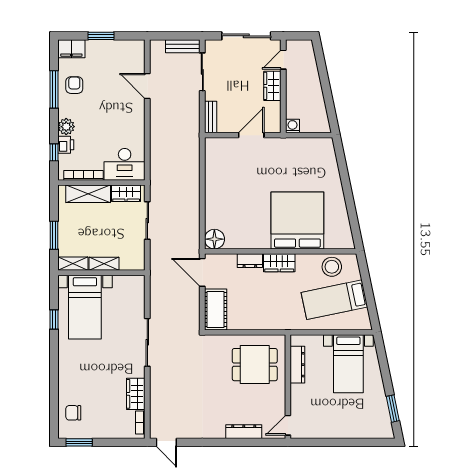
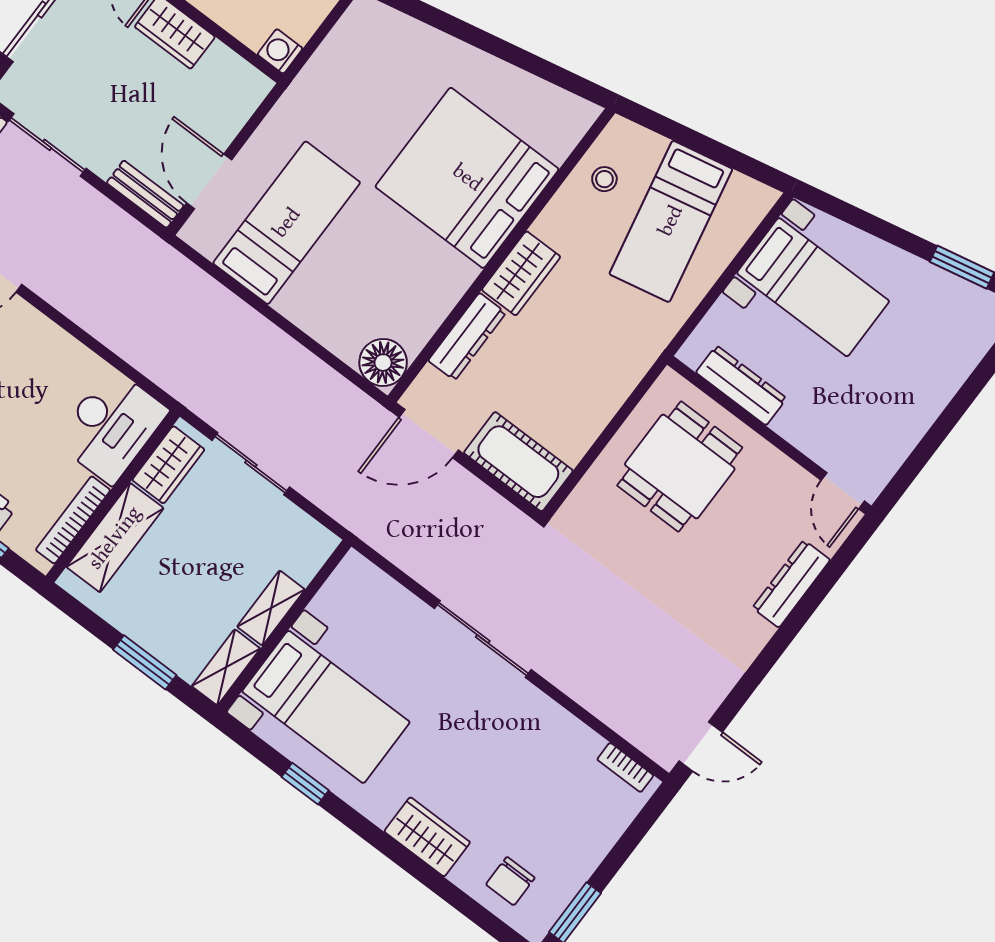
door: (251, 135) -> (209, 181), moved
bed: (237, 172) -> (287, 223), added
dresser: (250, 261) -> (467, 337), width x1.44
stool: (332, 267) -> (604, 179), width x0.53, depth x0.53
wardrobe: (136, 394) -> (427, 837), moved, turned 180

